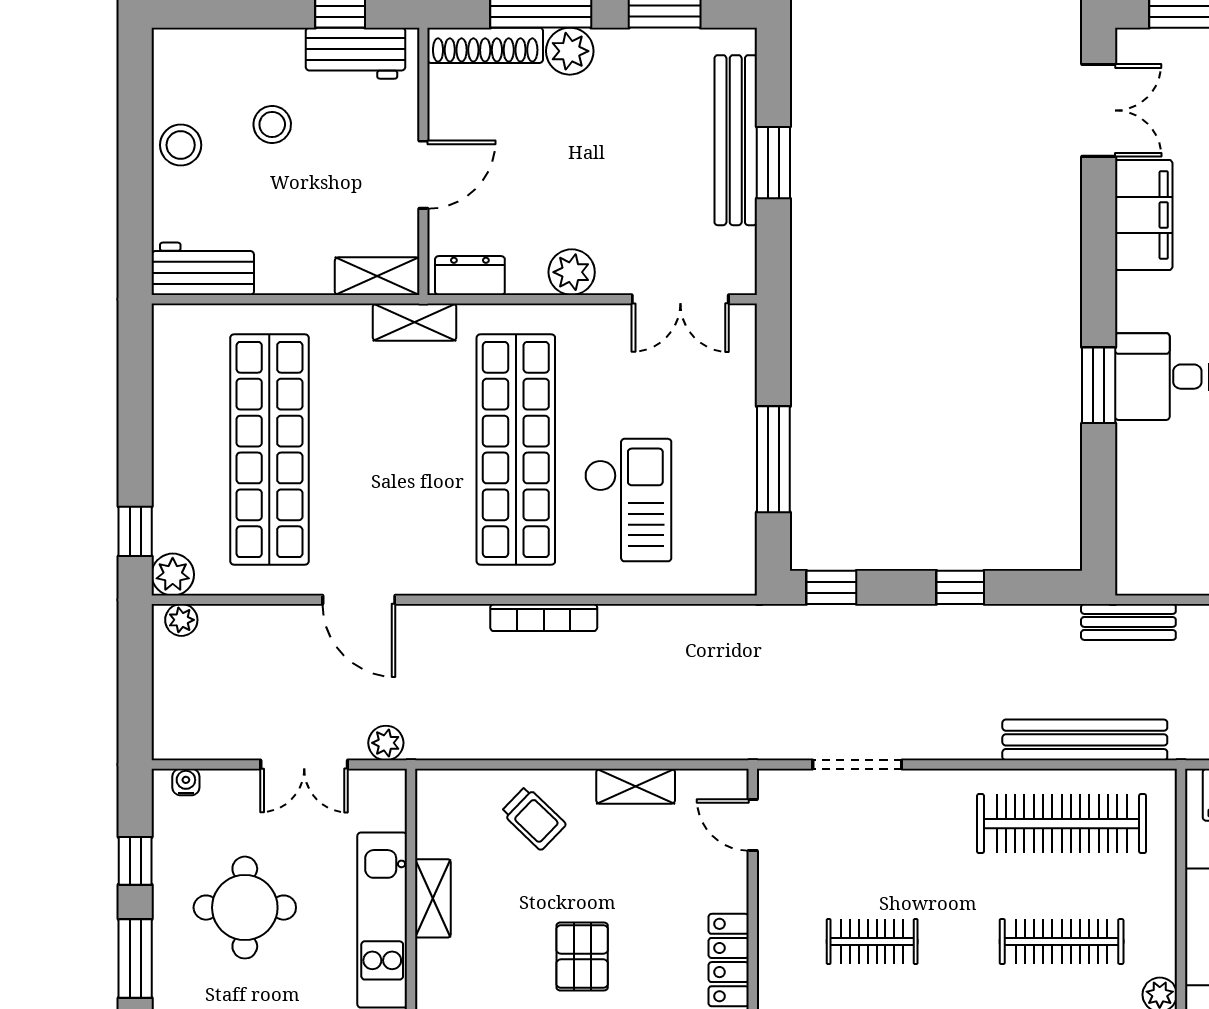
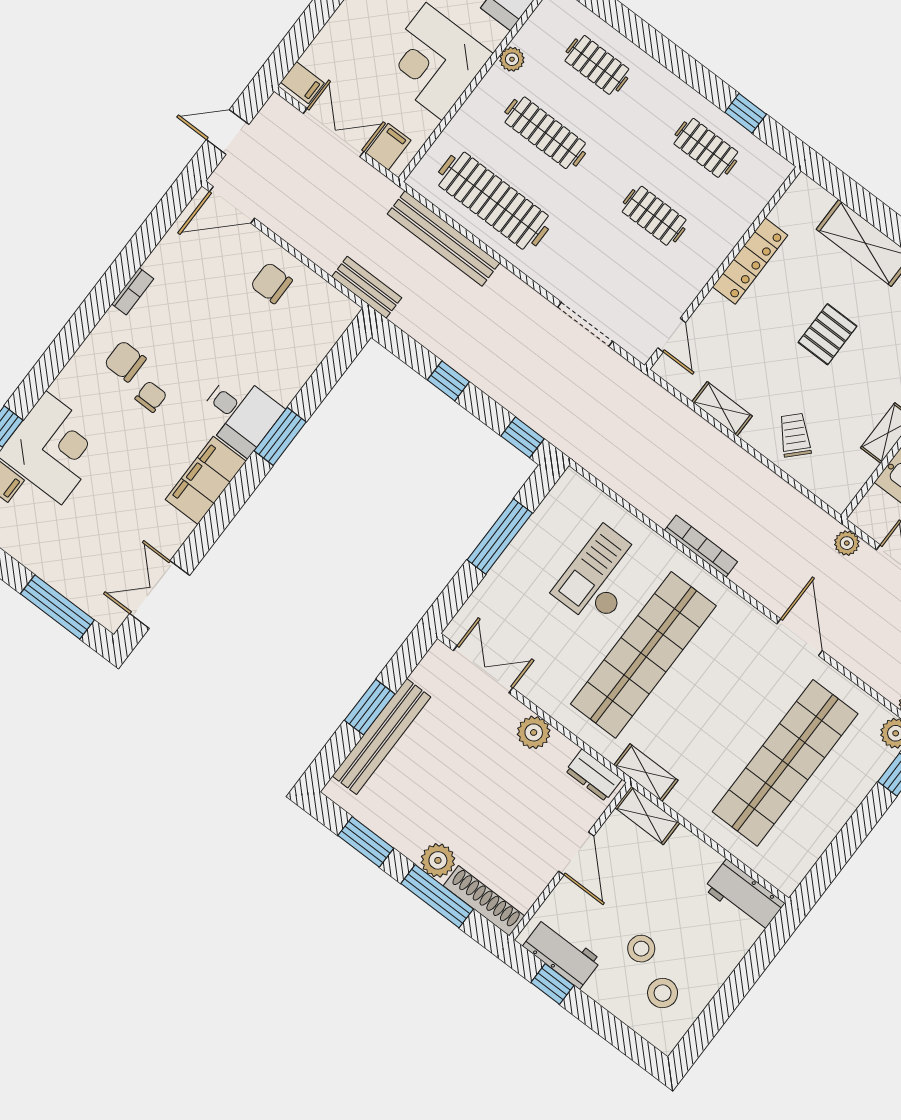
stool: (181, 145) -> (663, 993), moved
door: (423, 175) -> (576, 854), swing flipped
filing cabinet: (1144, 215) -> (206, 480), moved

